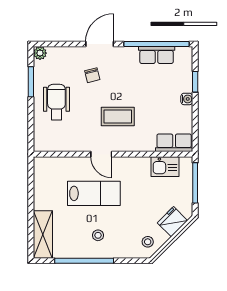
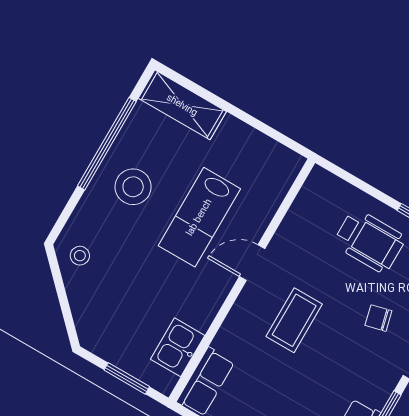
window: (195, 183) -> (127, 378), width x0.69
fridge: (172, 222) -> (88, 310), removed
stool: (98, 235) -> (133, 187), width x1.89, depth x1.89

